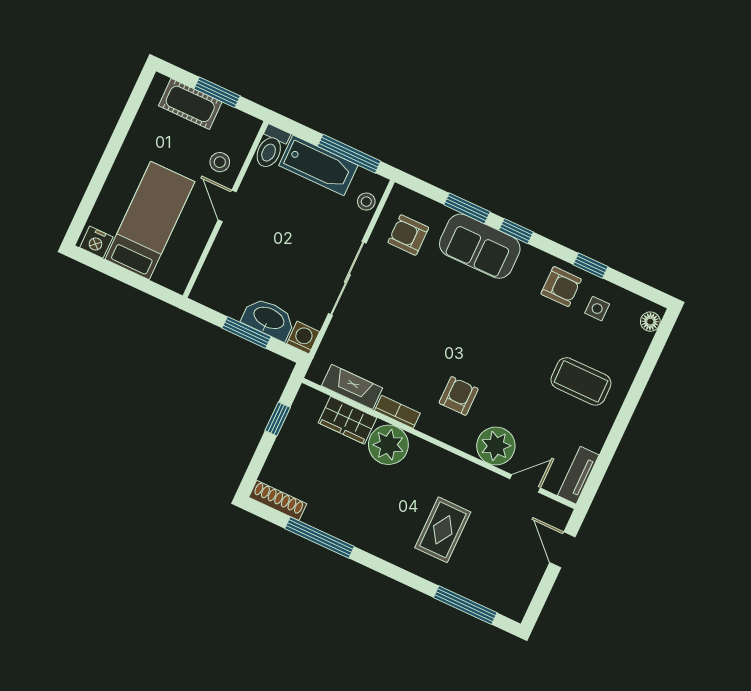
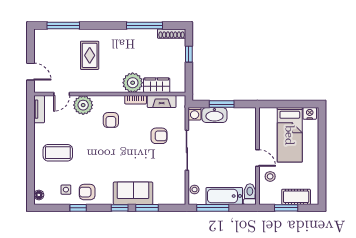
armchair: (408, 235) -> (159, 136), moved
window: (278, 419) -> (189, 54), moved

